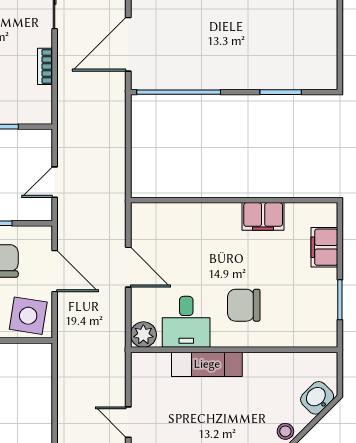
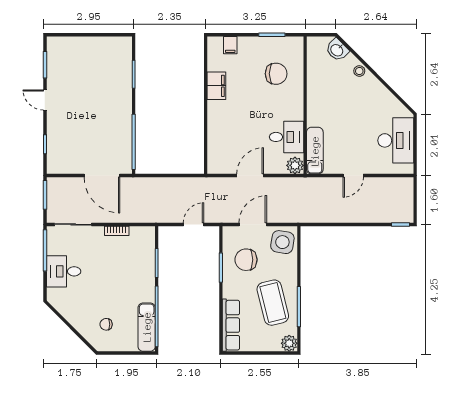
door: (55, 182) -> (194, 224), swing flipped
filing cabinet: (324, 247) -> (230, 45), width x0.50
chair: (244, 305) -> (276, 74), moved, turned -90
exam couch: (207, 364) -> (315, 151), moved

